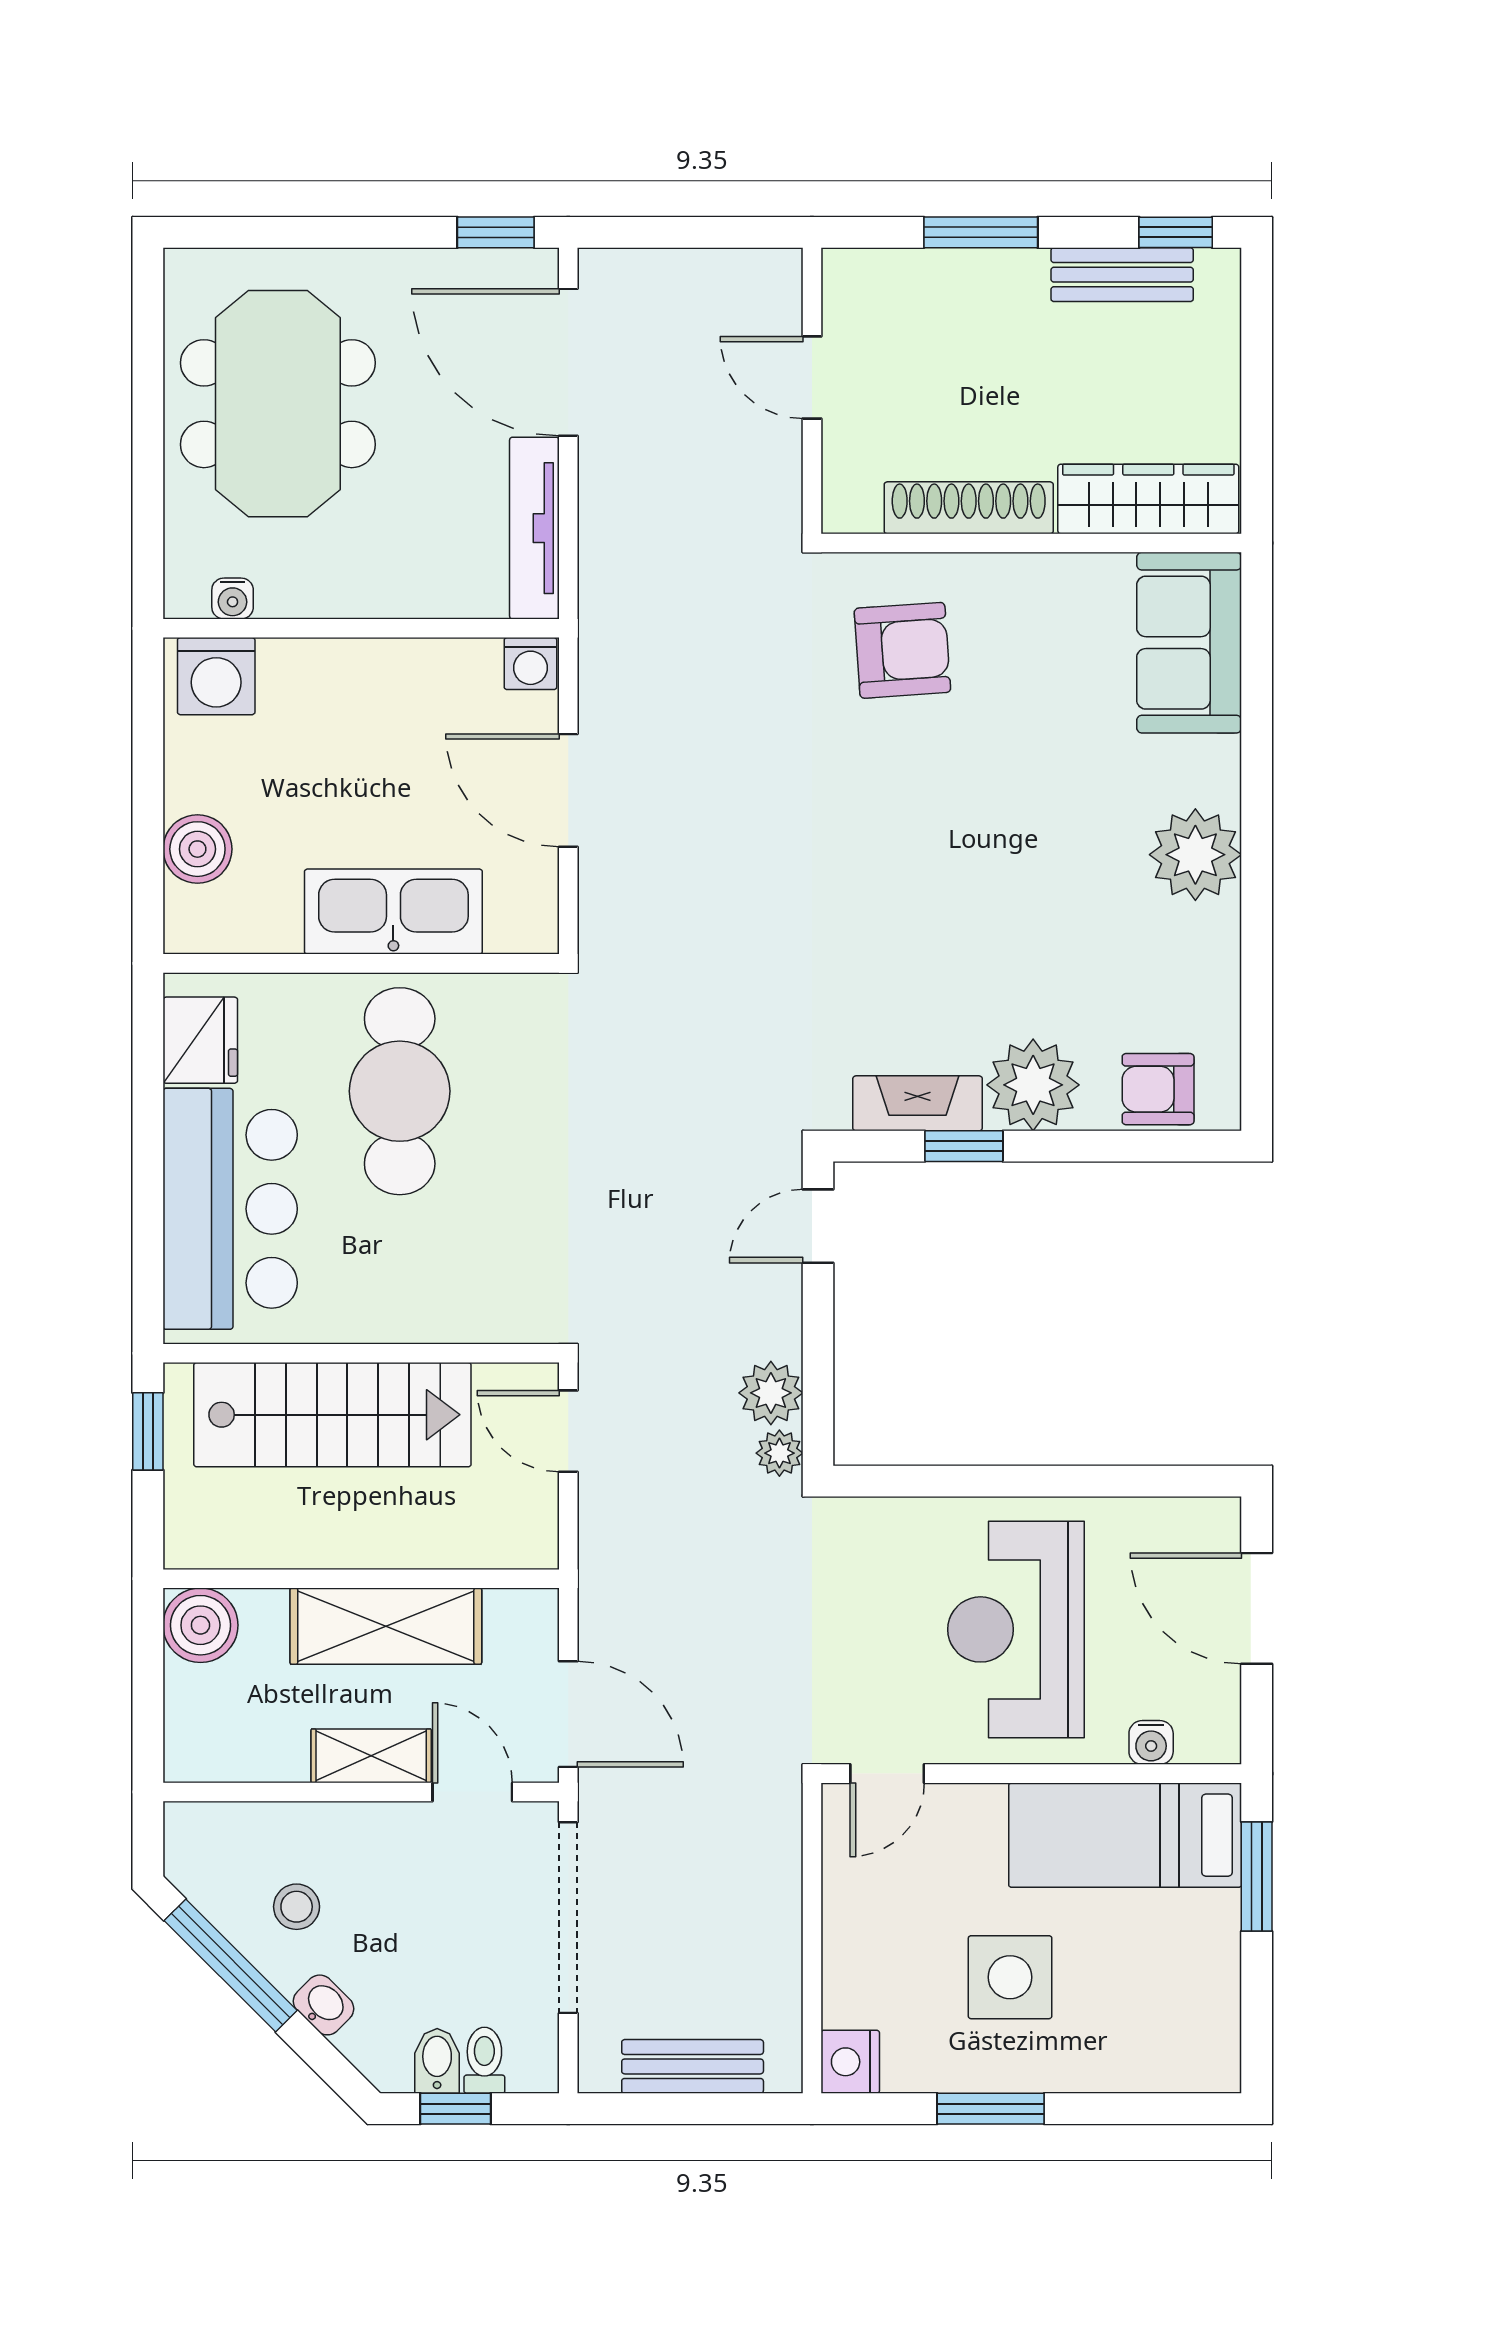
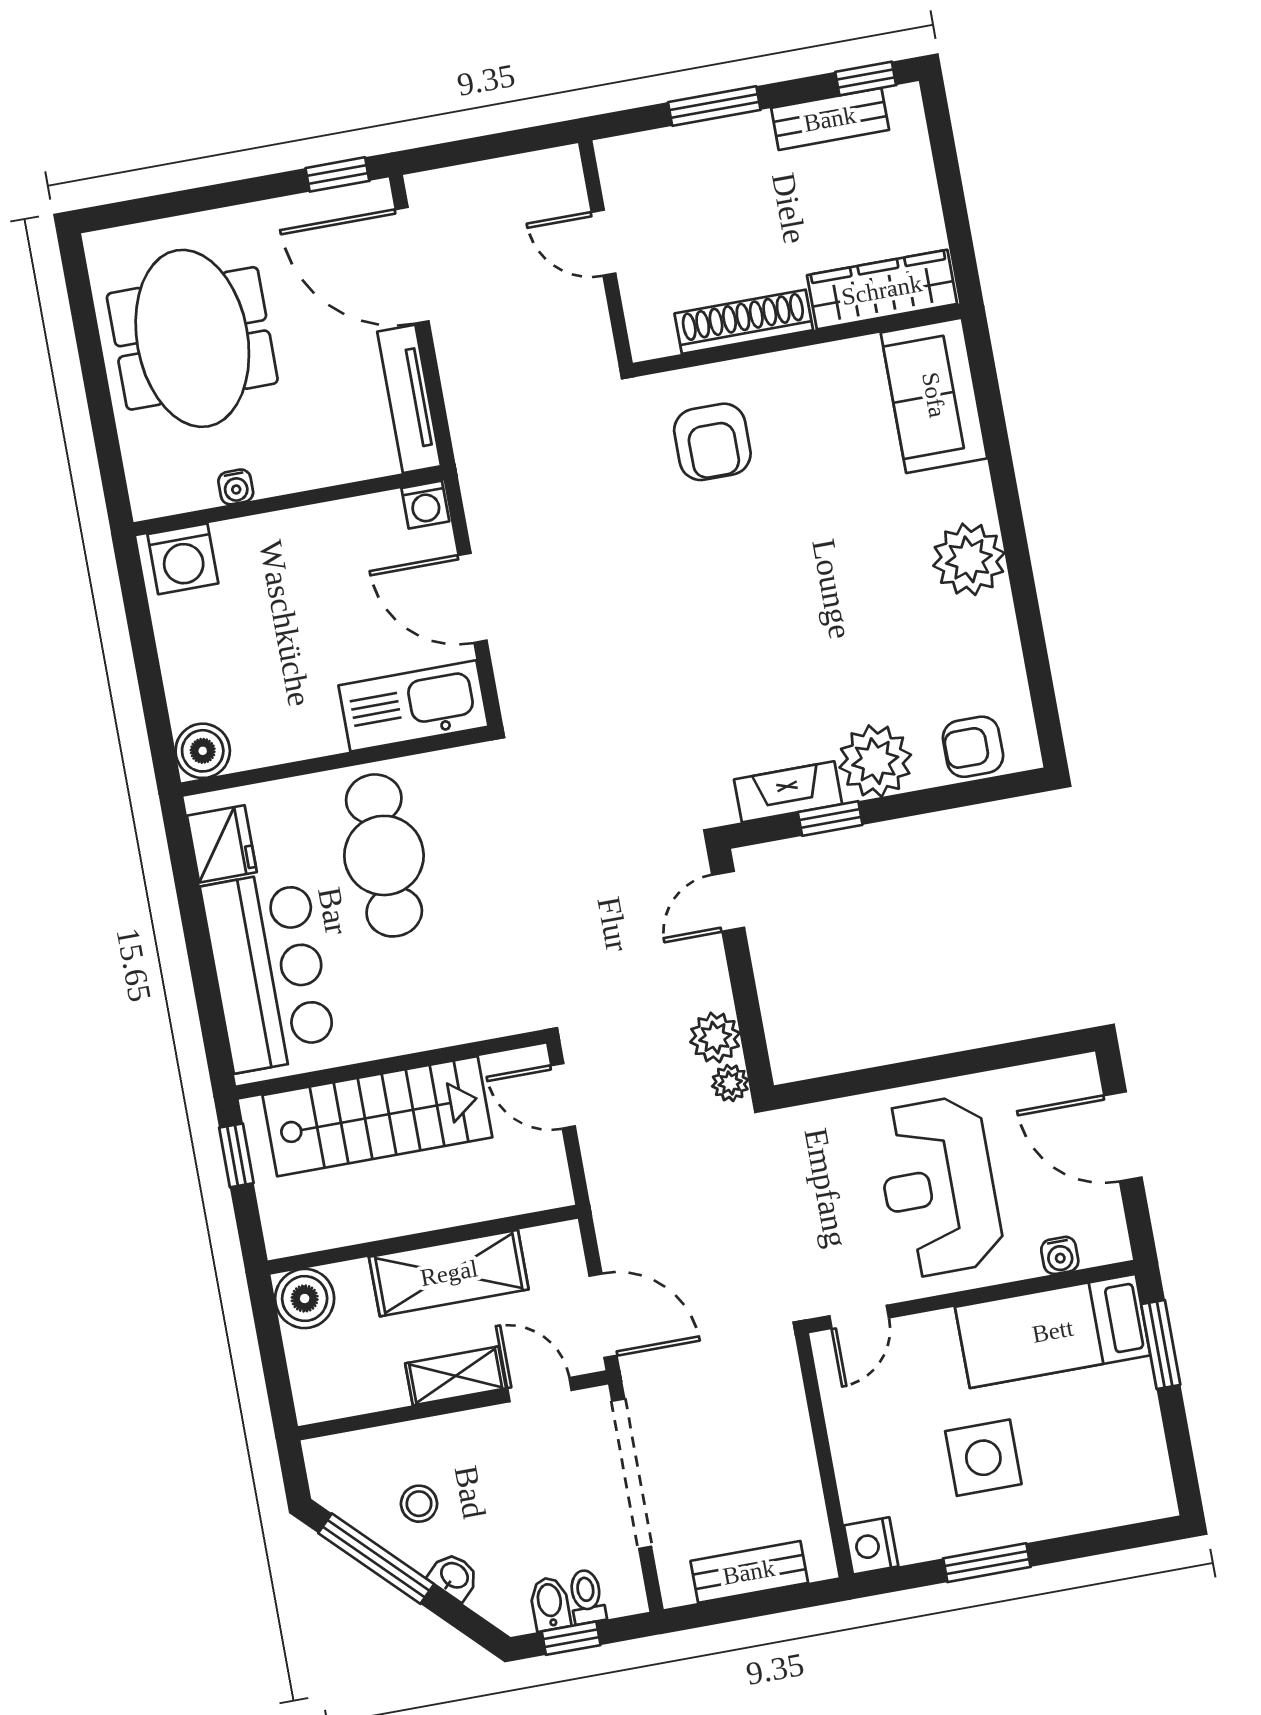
water cooler: (233, 599) -> (236, 487), moved
armchair: (902, 650) -> (712, 442), turned 94
boiler: (197, 849) -> (203, 751), moved
kitchen sink: (393, 912) -> (413, 706), moved

